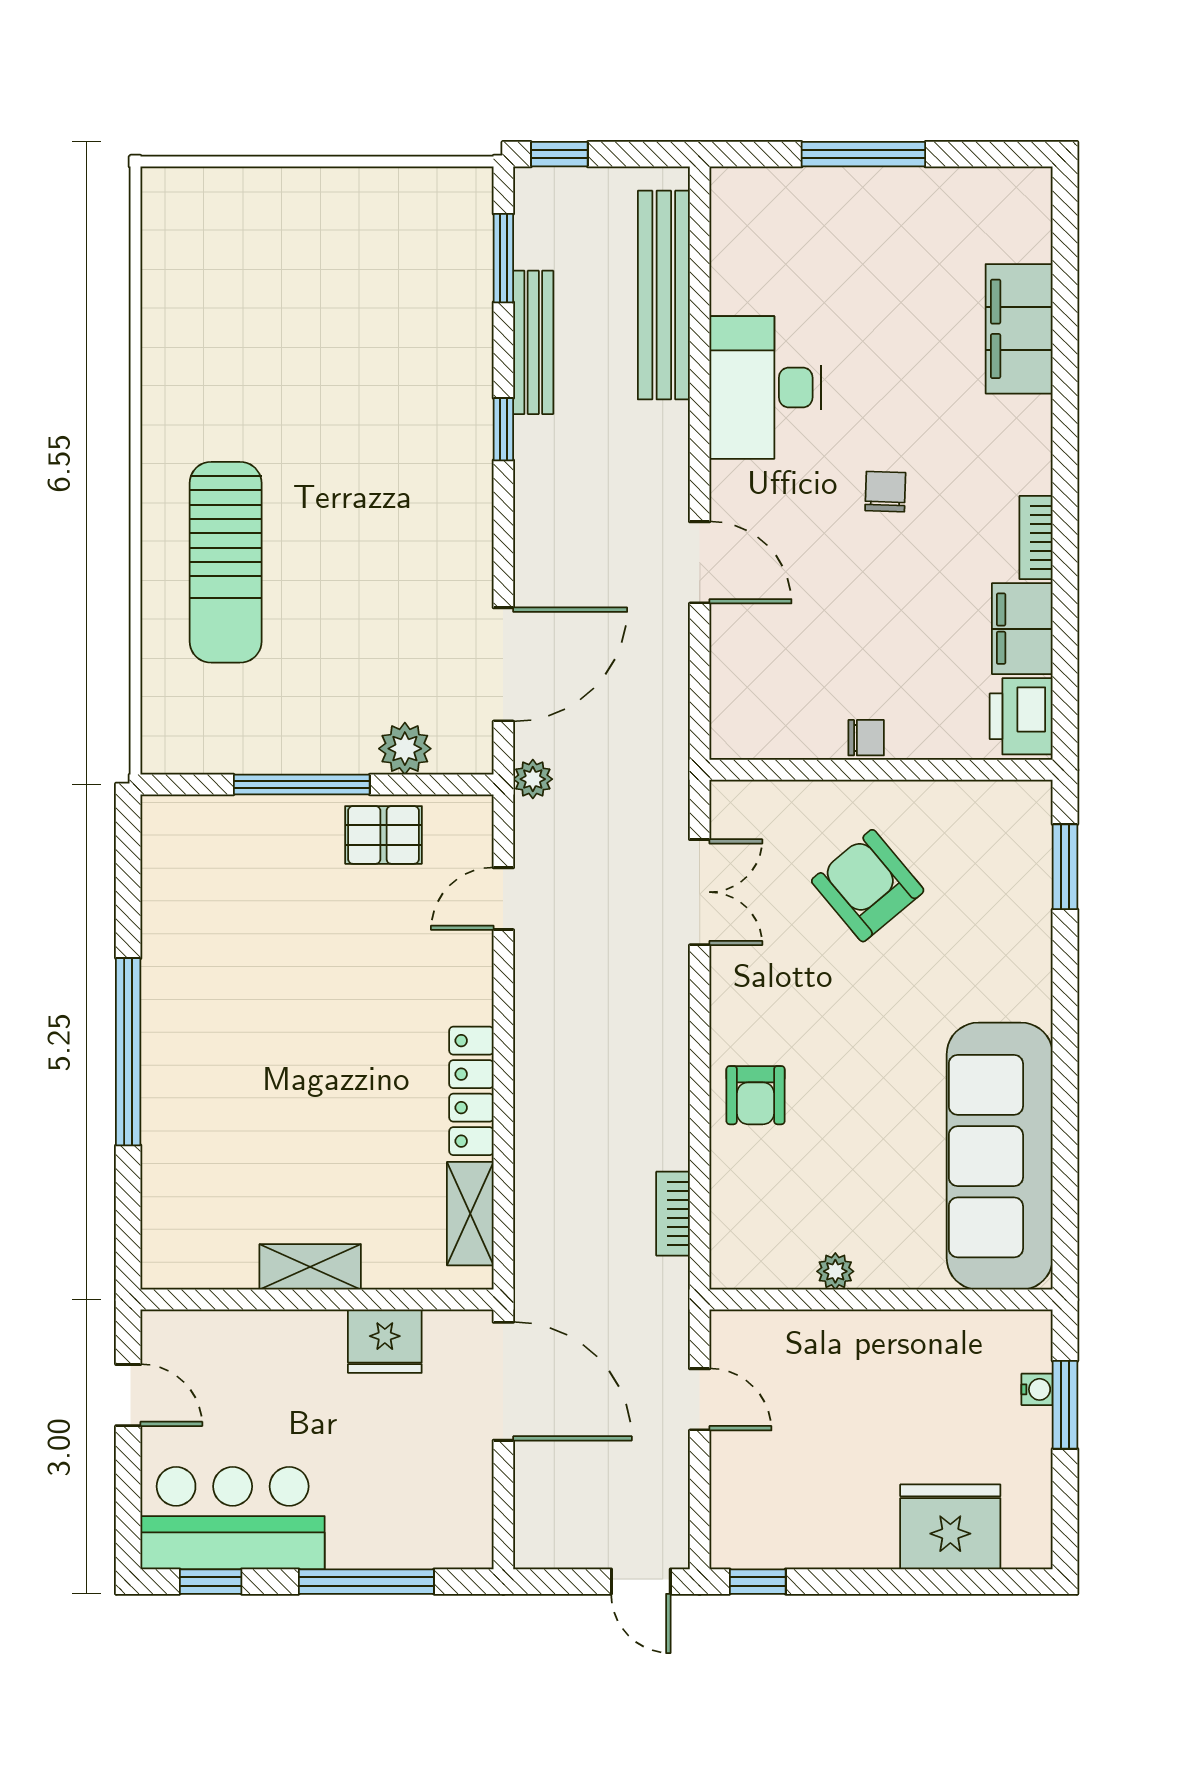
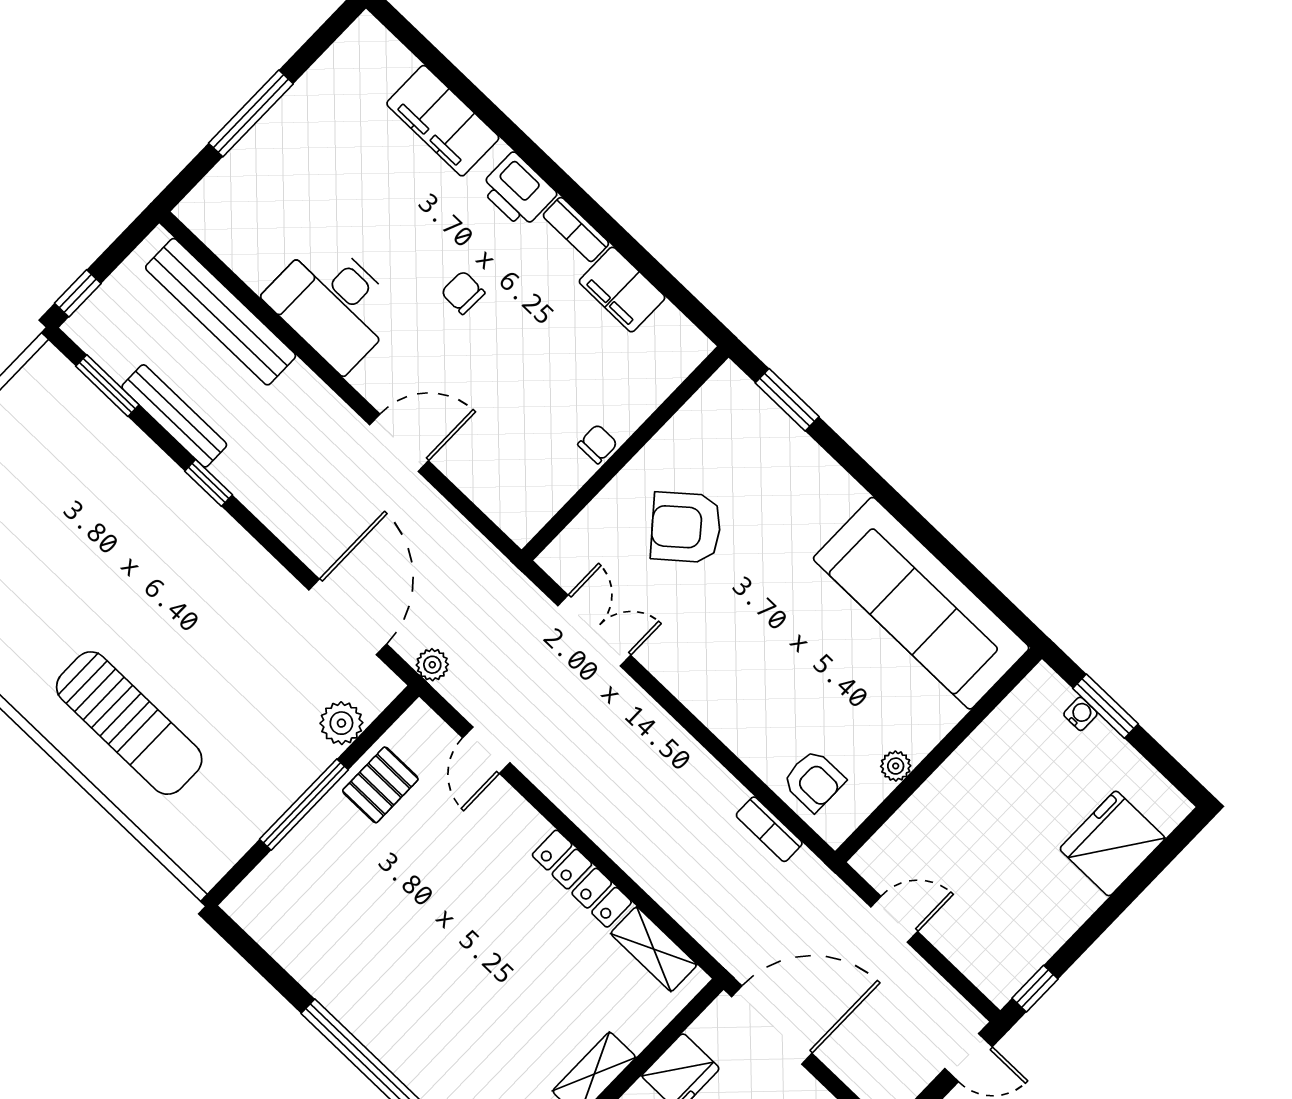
printer: (1021, 716) -> (518, 191), moved
armchair: (756, 1095) -> (814, 781), moved

